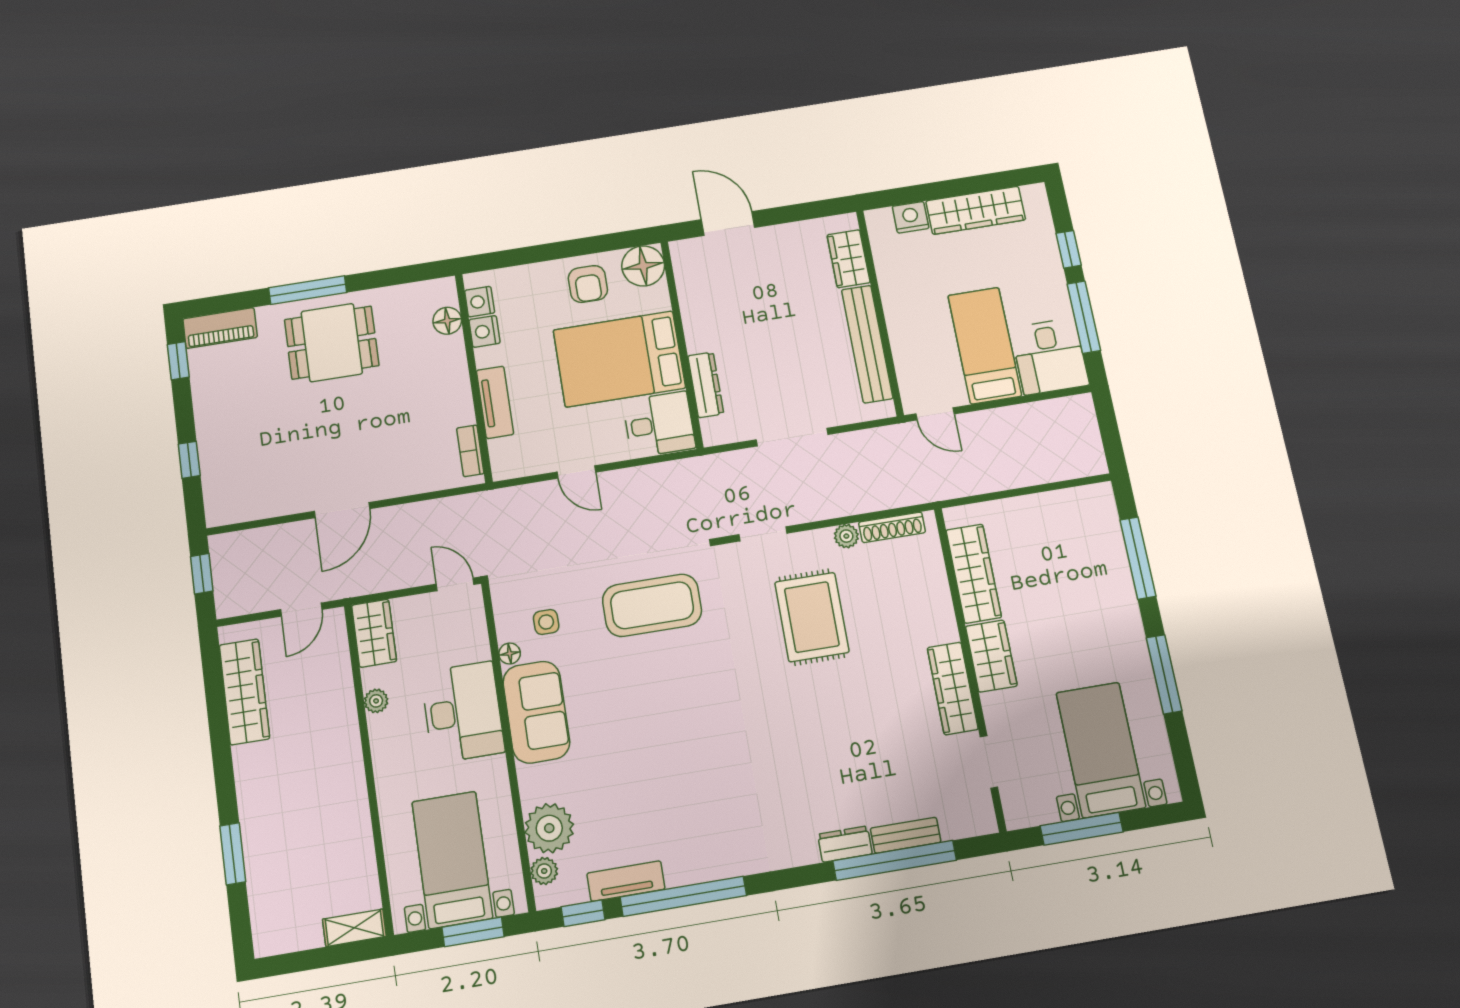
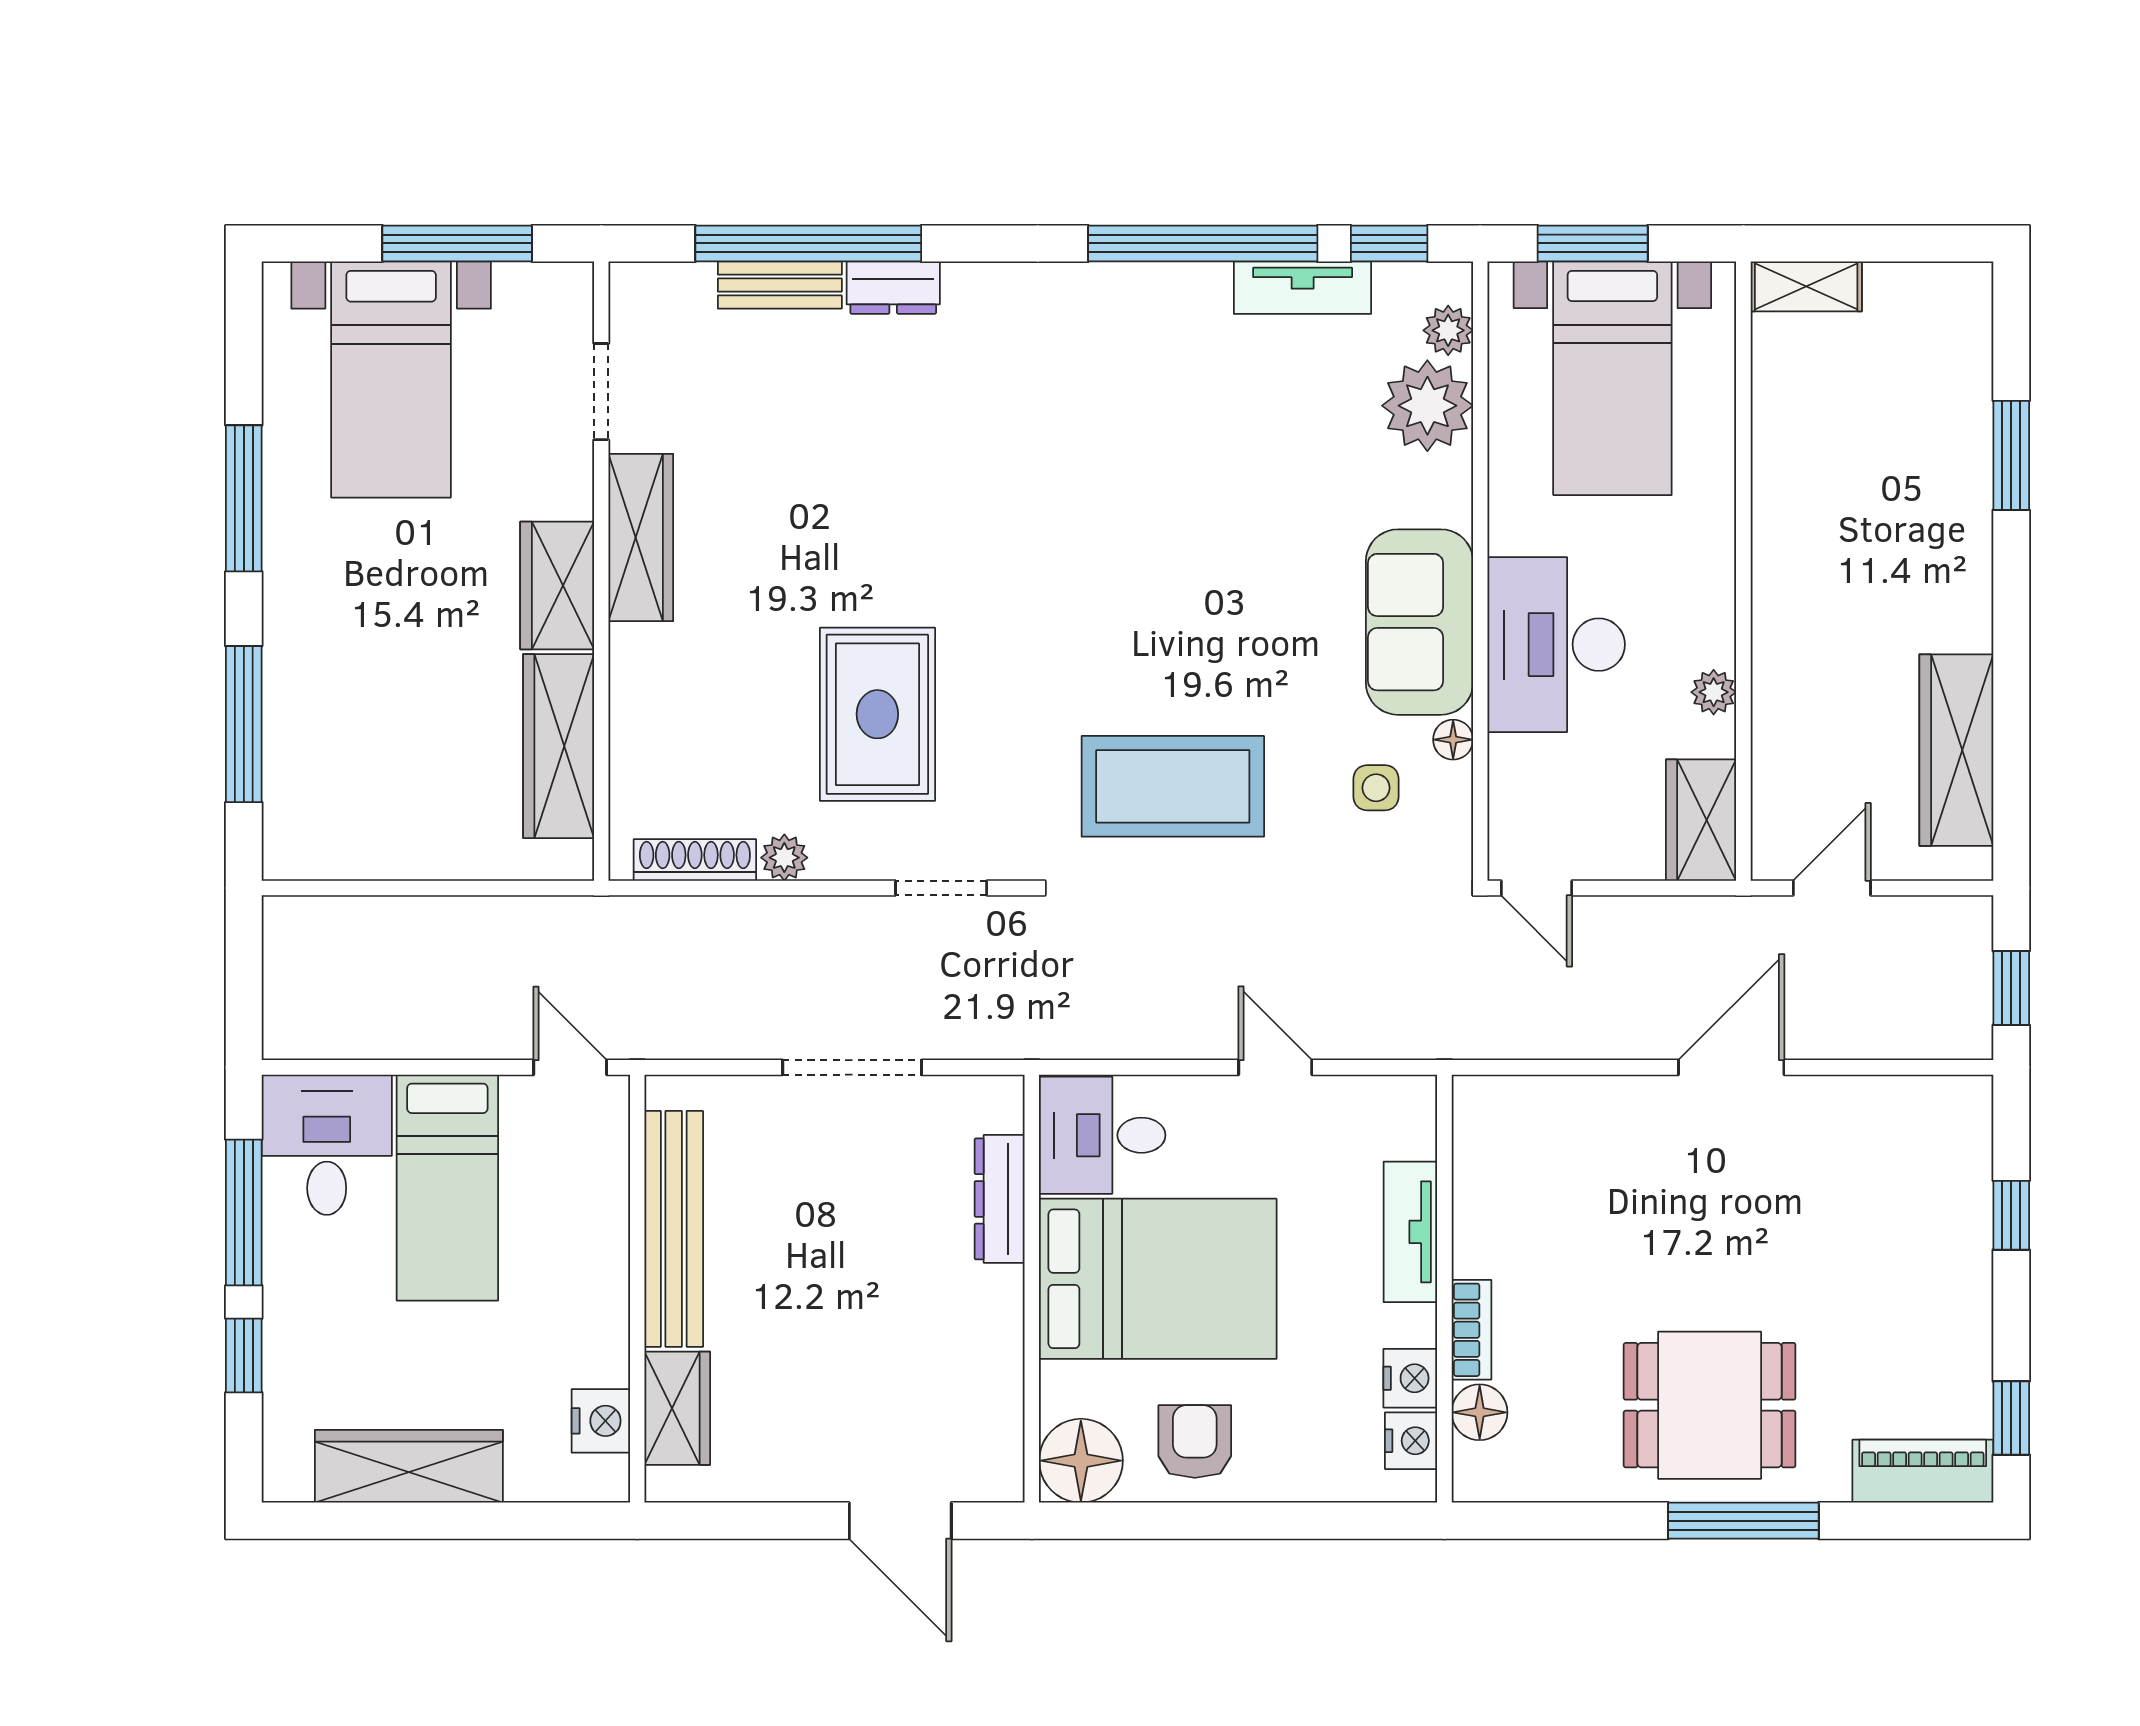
nightstand: (911, 217) -> (601, 1421), moved, turned -90
bookcase: (470, 451) -> (1471, 1330), moved

